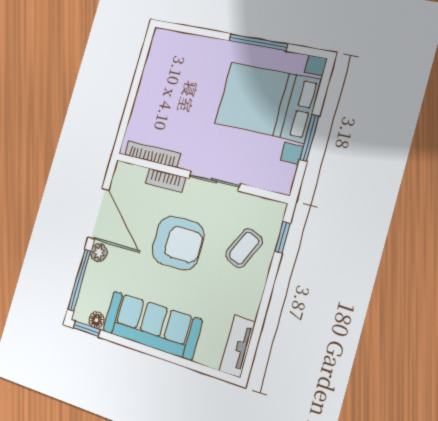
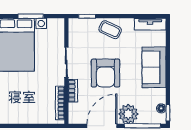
armchair: (178, 243) -> (105, 73), turned 180
coffee table: (244, 248) -> (110, 30), moved
plant: (99, 253) -> (128, 114), width x1.88, depth x1.88
sofa: (152, 325) -> (154, 67), width x0.73

